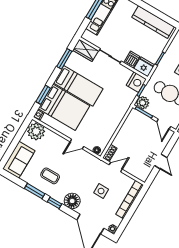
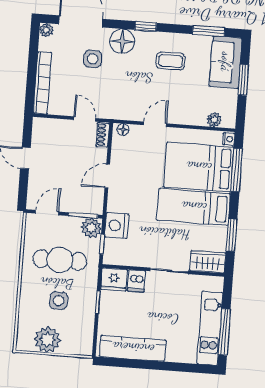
nightstand: (136, 82) -> (117, 226), moved
window: (43, 95) -> (237, 170), width x1.44
door: (164, 124) -> (47, 213), hinge flipped
door: (119, 128) -> (107, 176), added
plant: (36, 131) -> (214, 120), width x0.53, depth x0.53
window: (14, 145) -> (243, 80), added
door: (116, 167) -> (85, 119), swing flipped
window: (35, 191) -> (209, 31), moved
side table: (101, 191) -> (93, 59), moved

